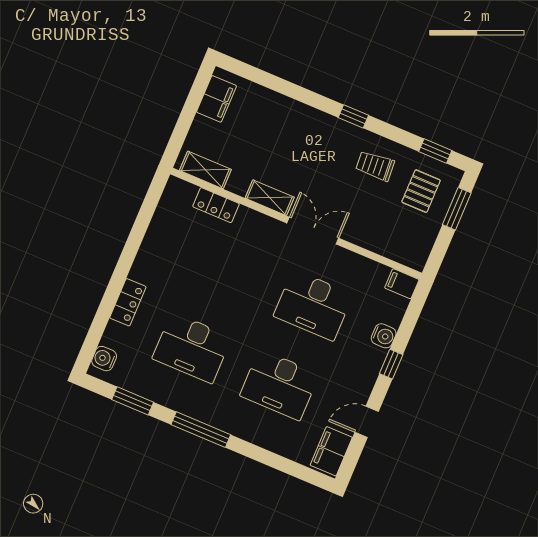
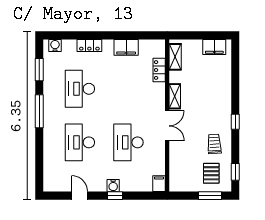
pallet: (421, 191) -> (211, 173), turned 90
water cooler: (384, 336) -> (113, 186), moved
filing cabinet: (331, 451) -> (126, 47), moved, turned 180

